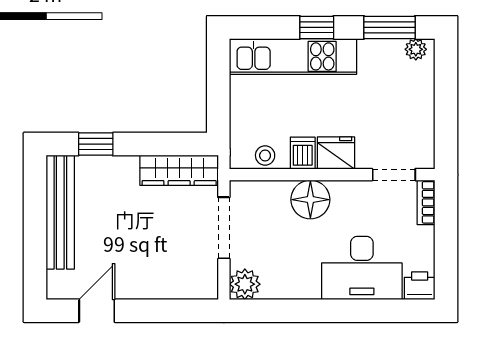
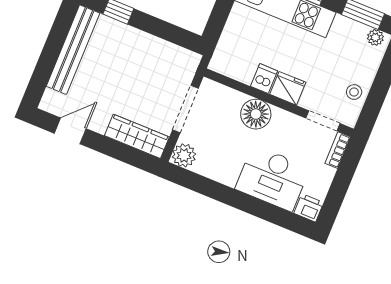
stool: (265, 155) -> (354, 92), moved
wardrobe: (179, 170) -> (137, 136), moved, turned 180

